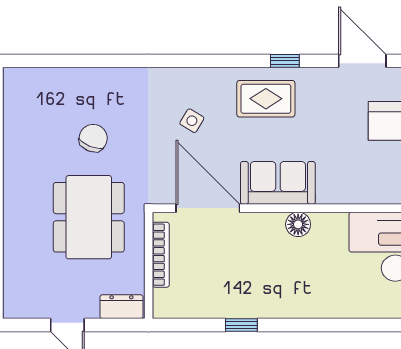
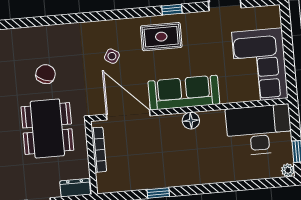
sofa: (278, 183) -> (184, 93), width x1.36

